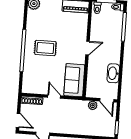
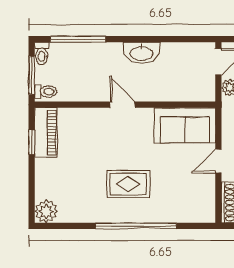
rug: (45, 48) -> (128, 184), turned 90
washbasin: (113, 73) -> (142, 53), moved

